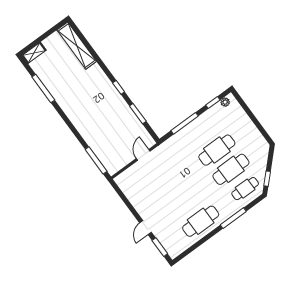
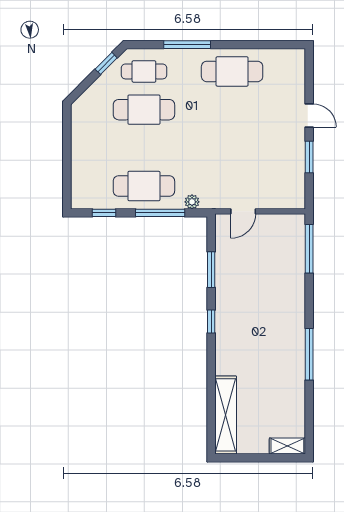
window: (43, 88) -> (309, 354), moved
plant: (225, 102) -> (192, 202), moved
cafe table: (217, 150) -> (144, 186), moved
door: (145, 228) -> (309, 115), hinge flipped
window: (160, 247) -> (309, 157), moved

